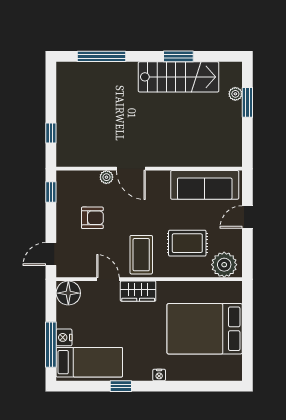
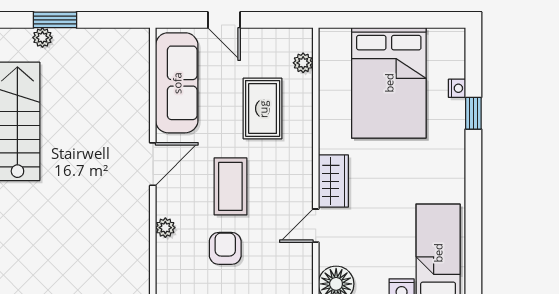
door: (131, 169) -> (153, 164), moved
coffee table: (141, 255) -> (230, 186), moved, turned 90
plant: (224, 265) -> (303, 63), width x0.53, depth x0.53
nightstand: (159, 375) -> (457, 88), moved
window: (121, 386) -> (473, 113), moved

